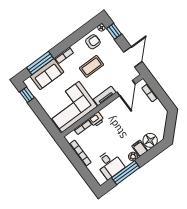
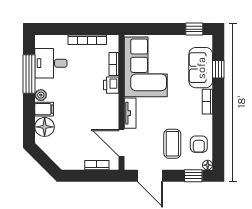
window: (40, 63) -> (218, 69), width x0.46
coffee table: (91, 66) -> (172, 144), moved

